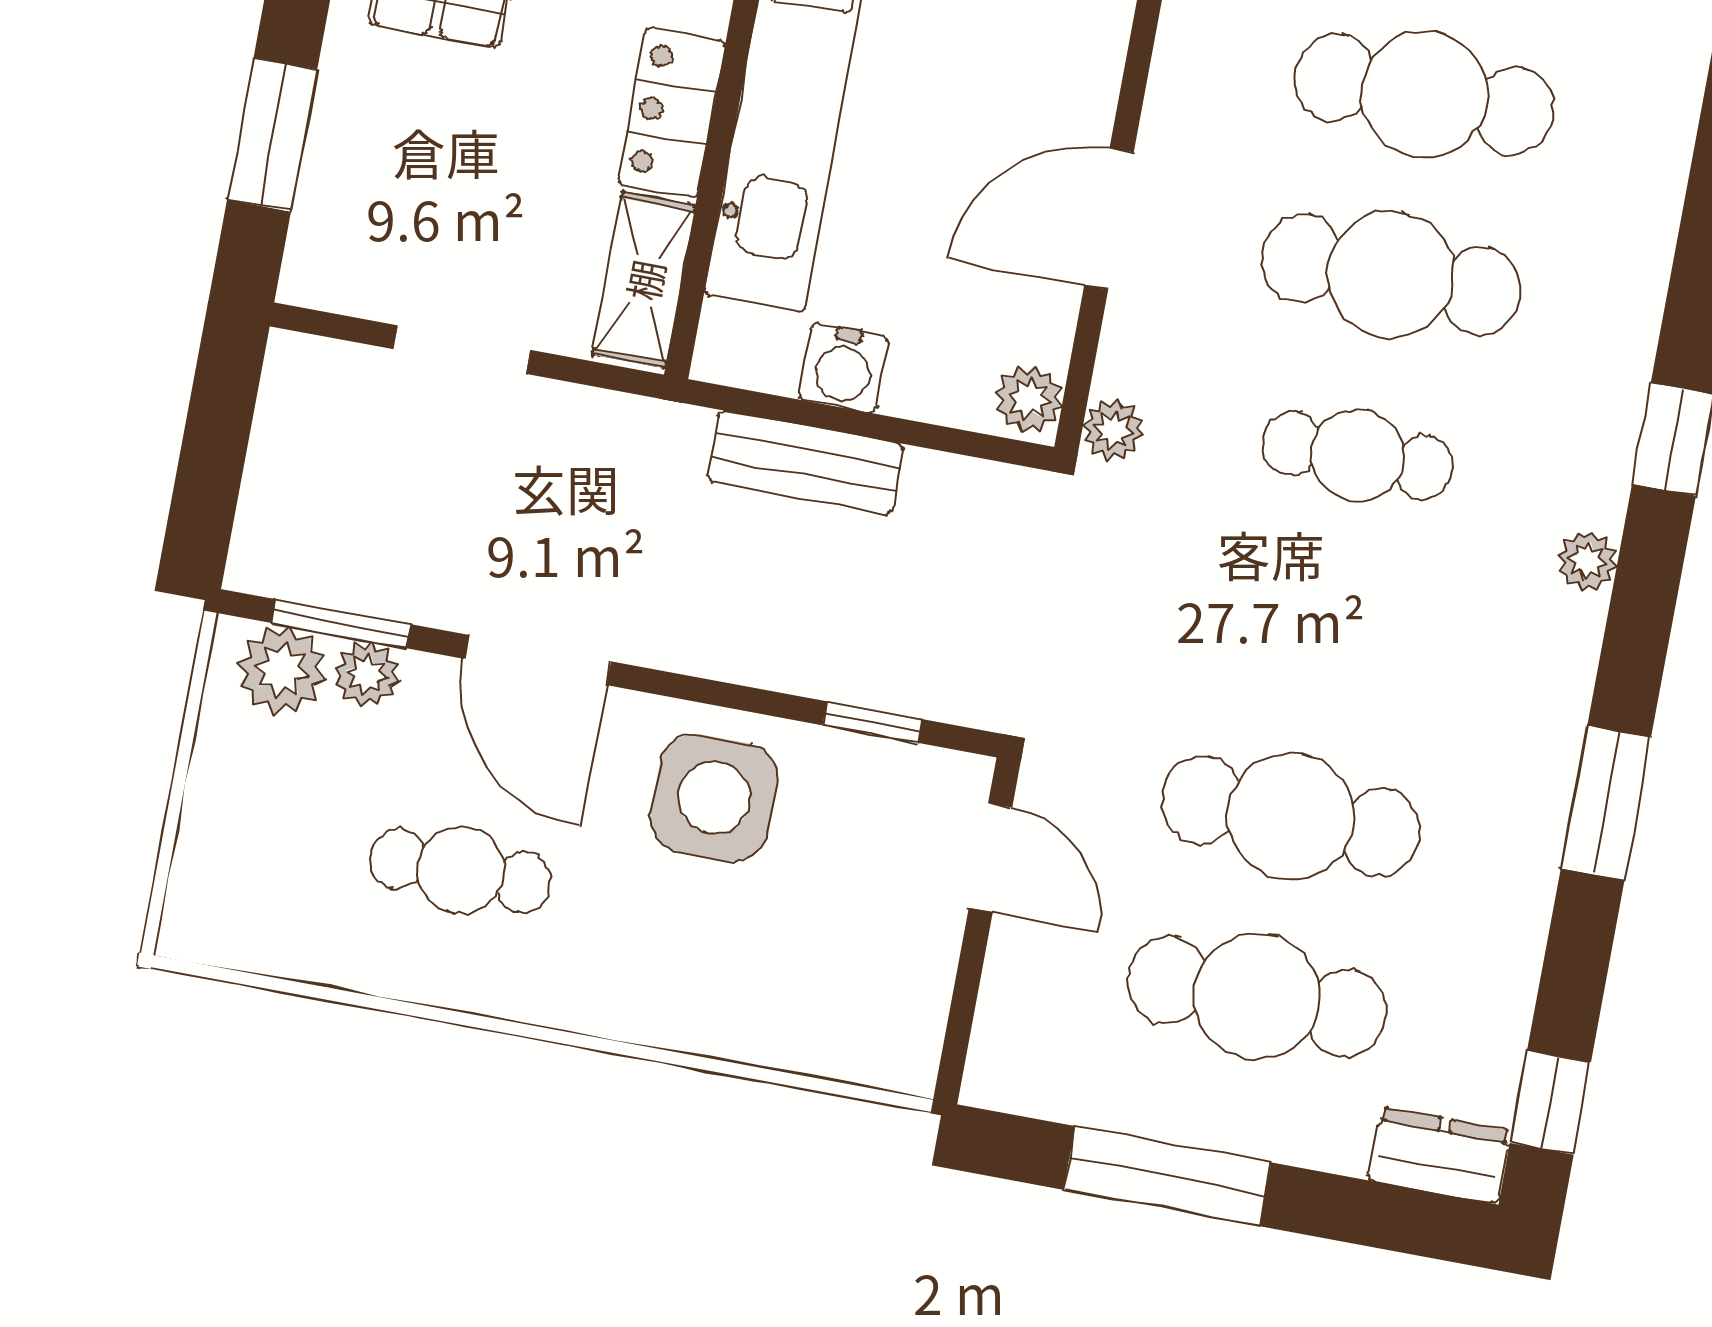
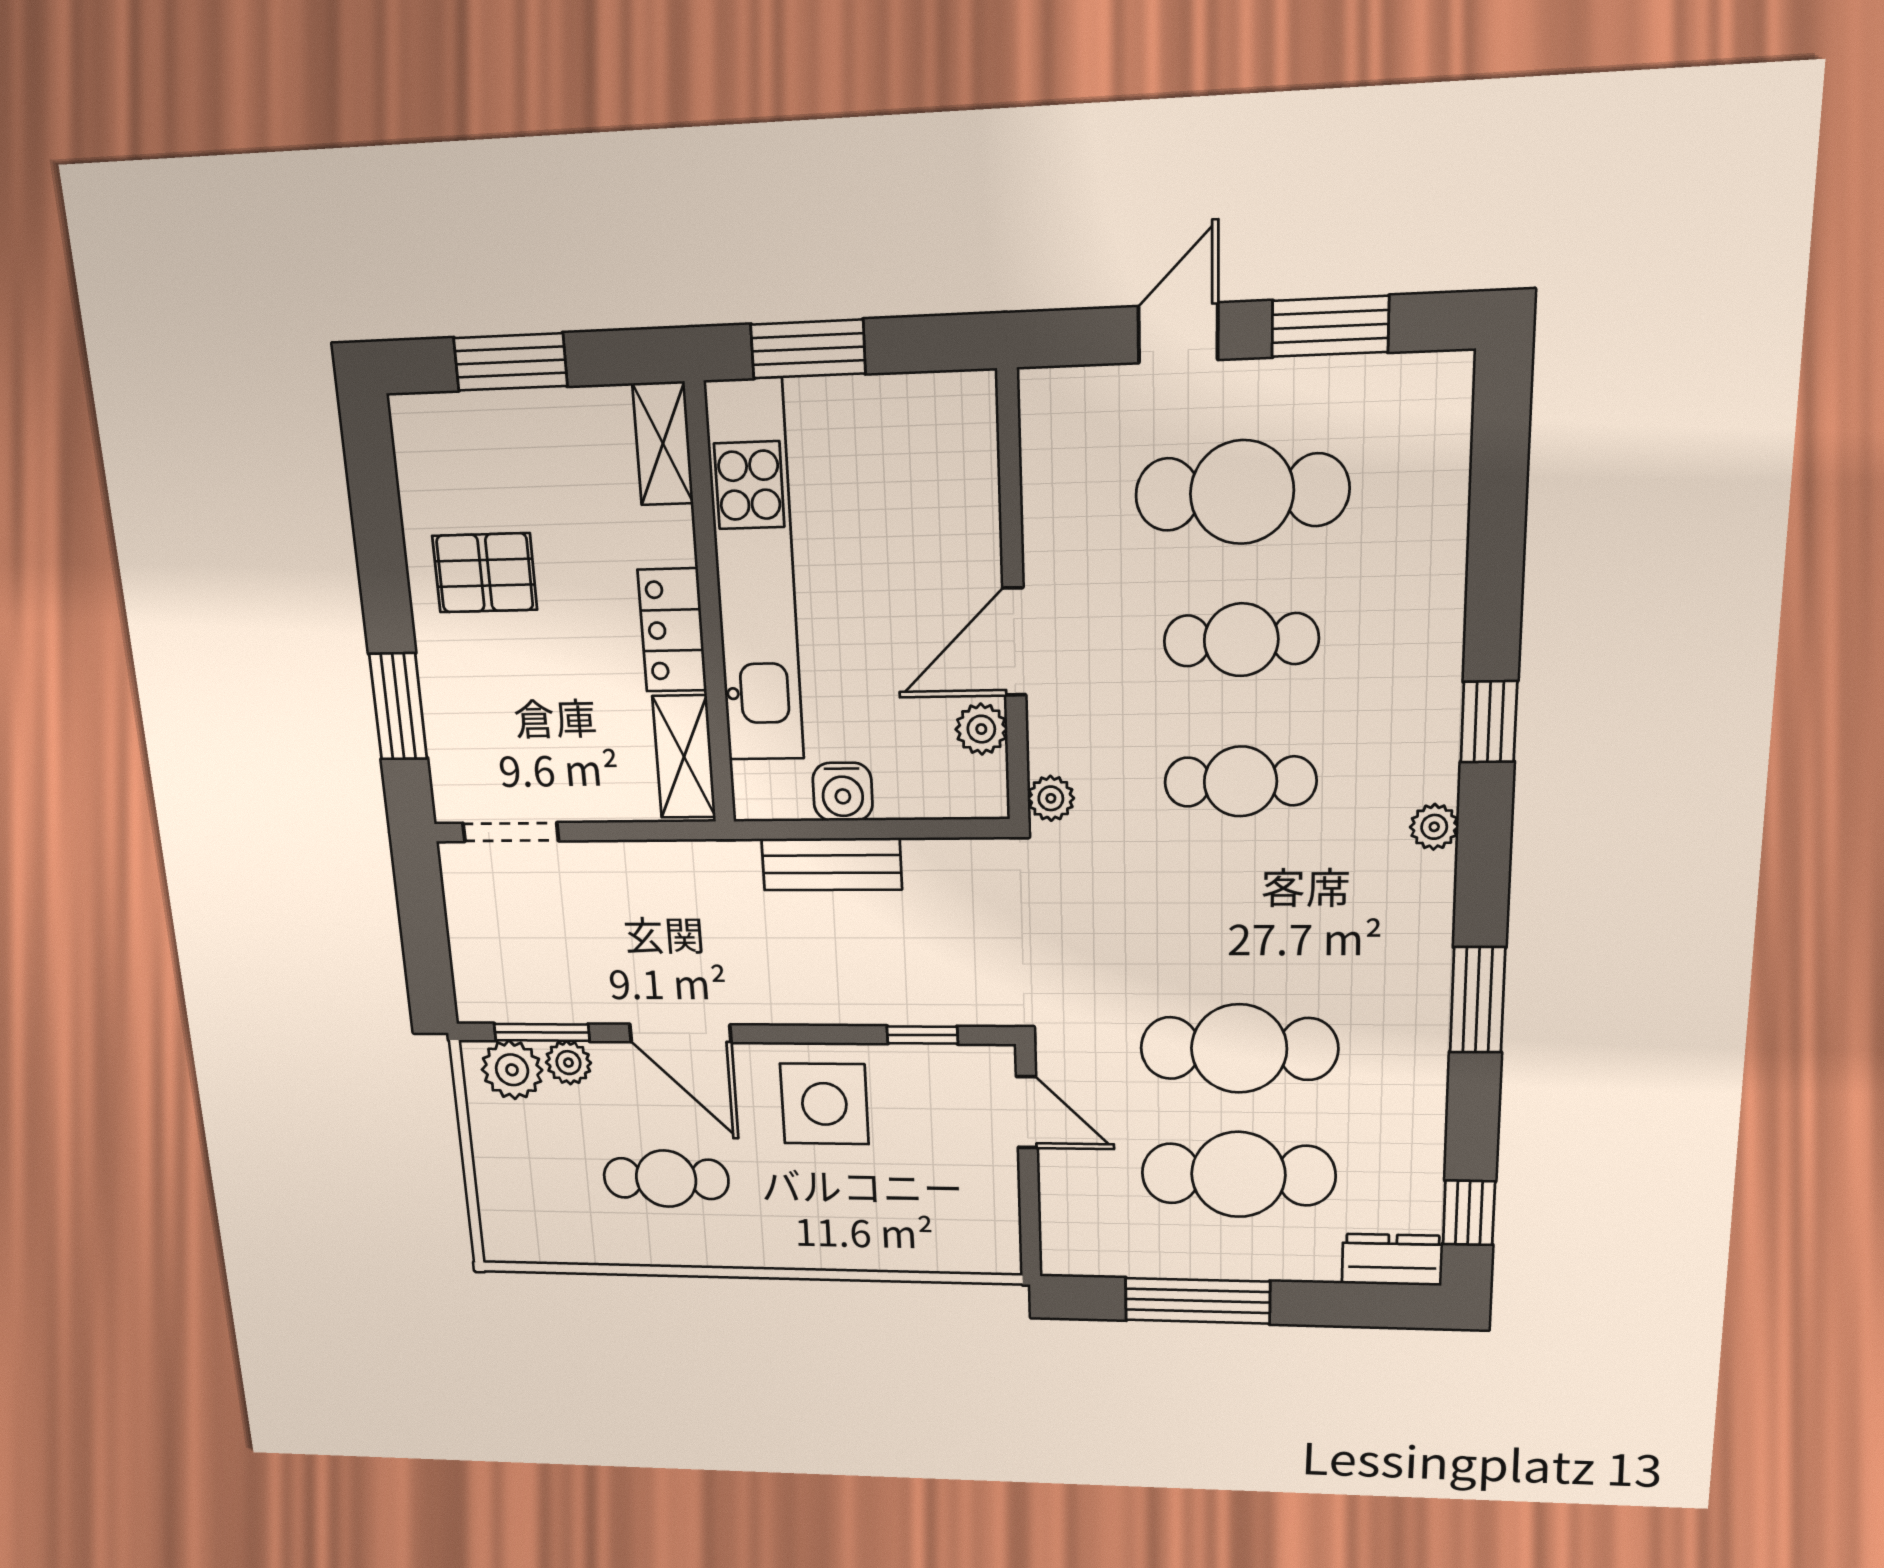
cafe table: (1391, 275) -> (1241, 640), width x0.73, depth x0.74
doorway: (462, 350) -> (511, 832), moved
plant: (1029, 399) -> (981, 729), moved

